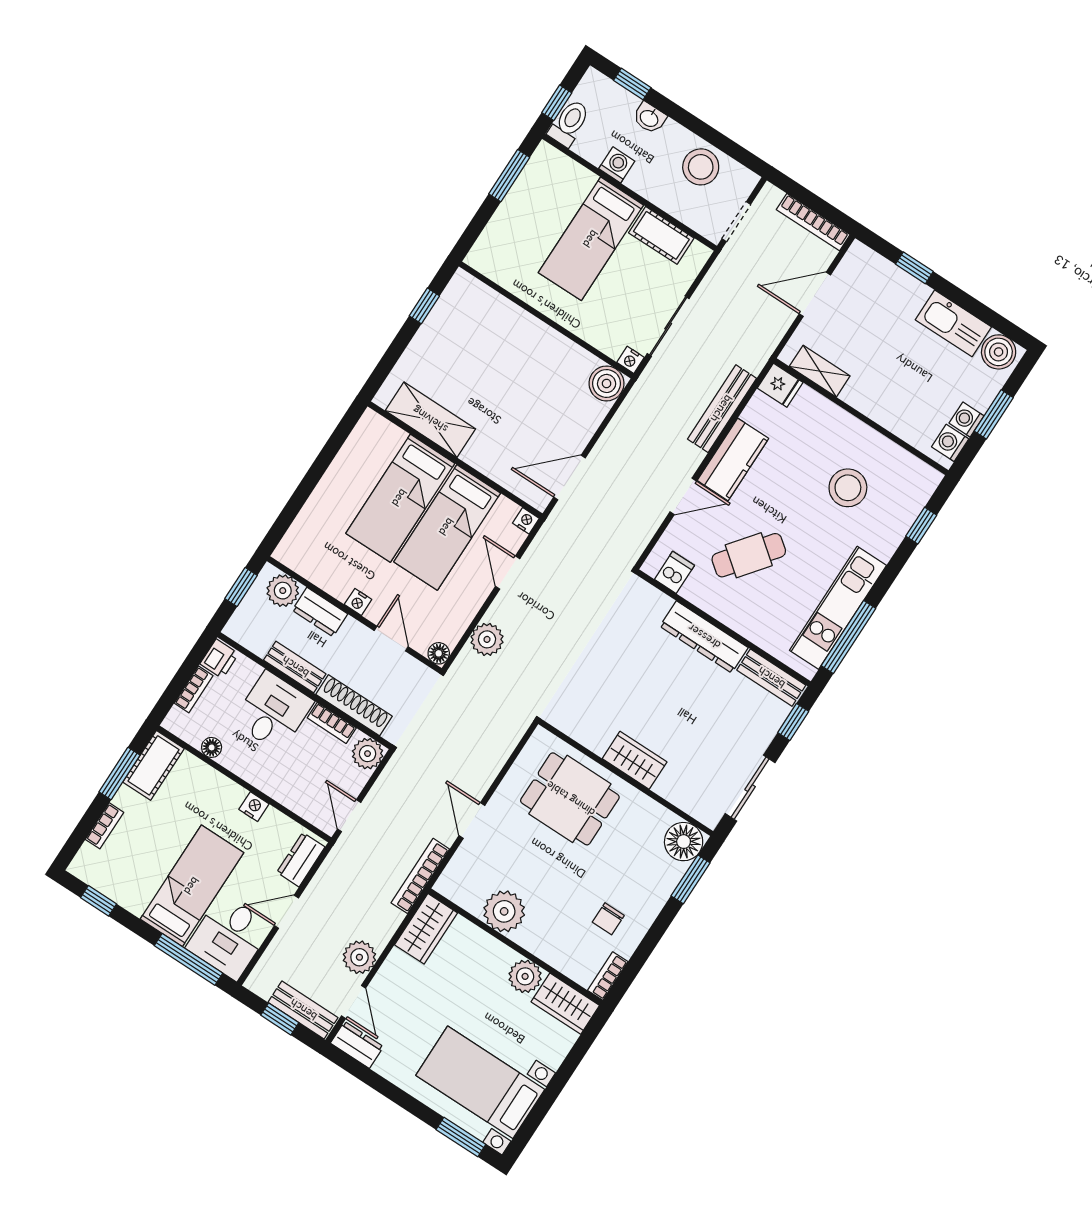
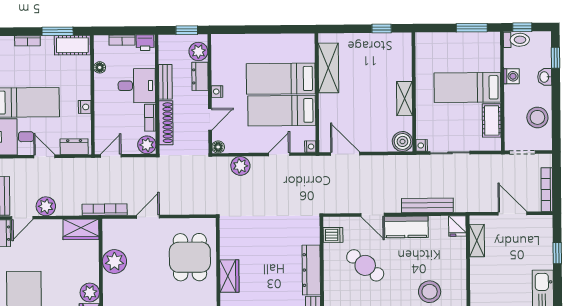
shelving: (547, 340) -> (404, 99), added

